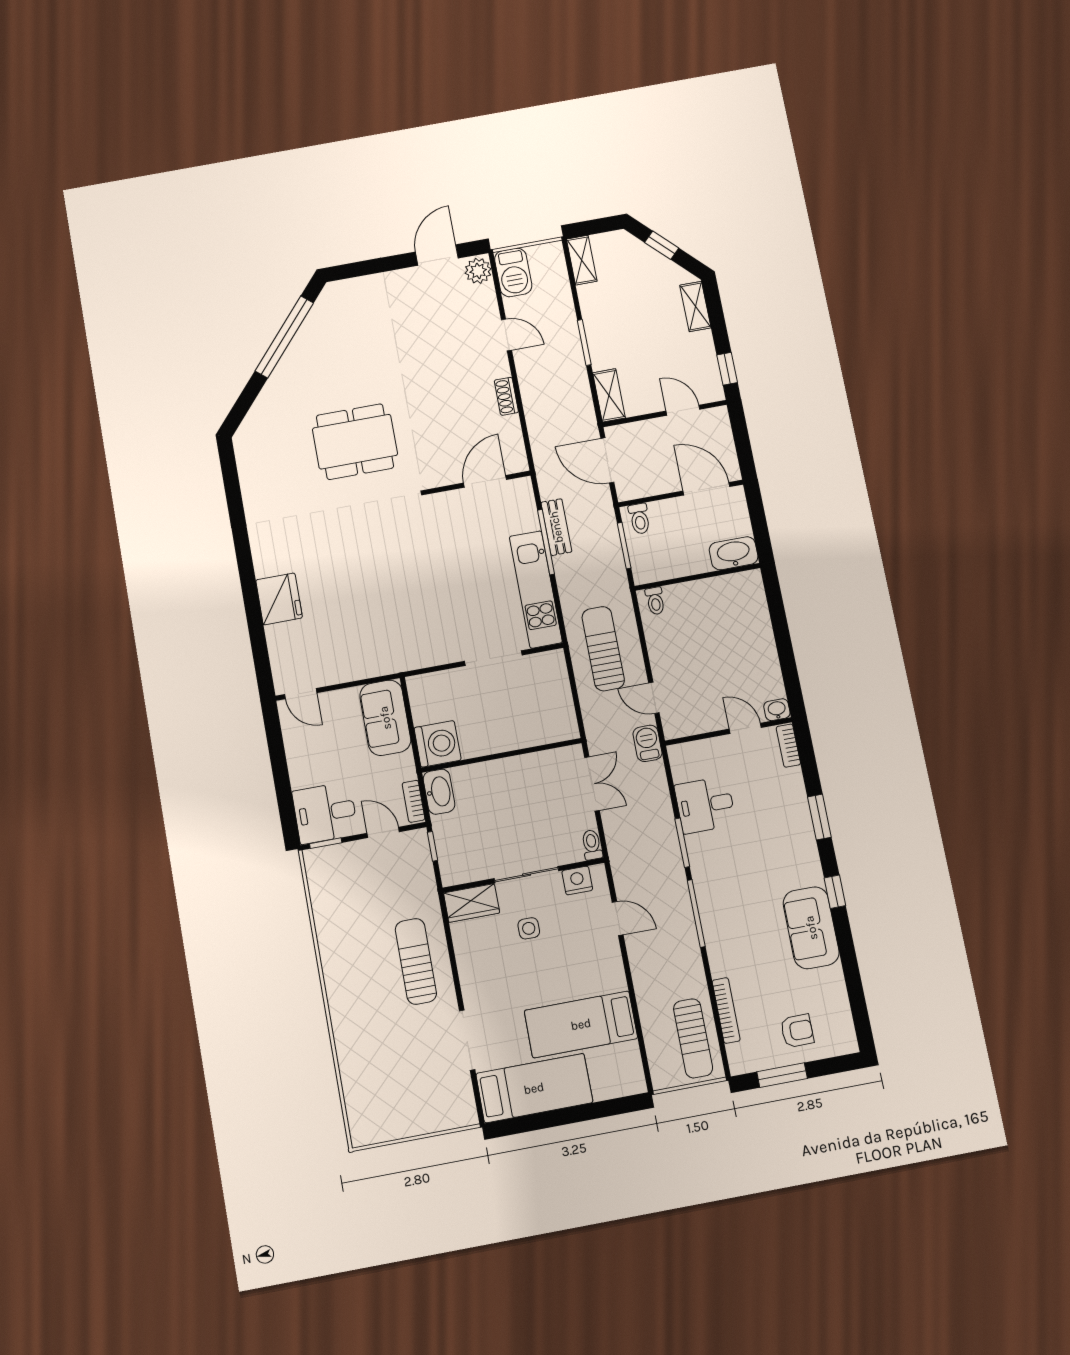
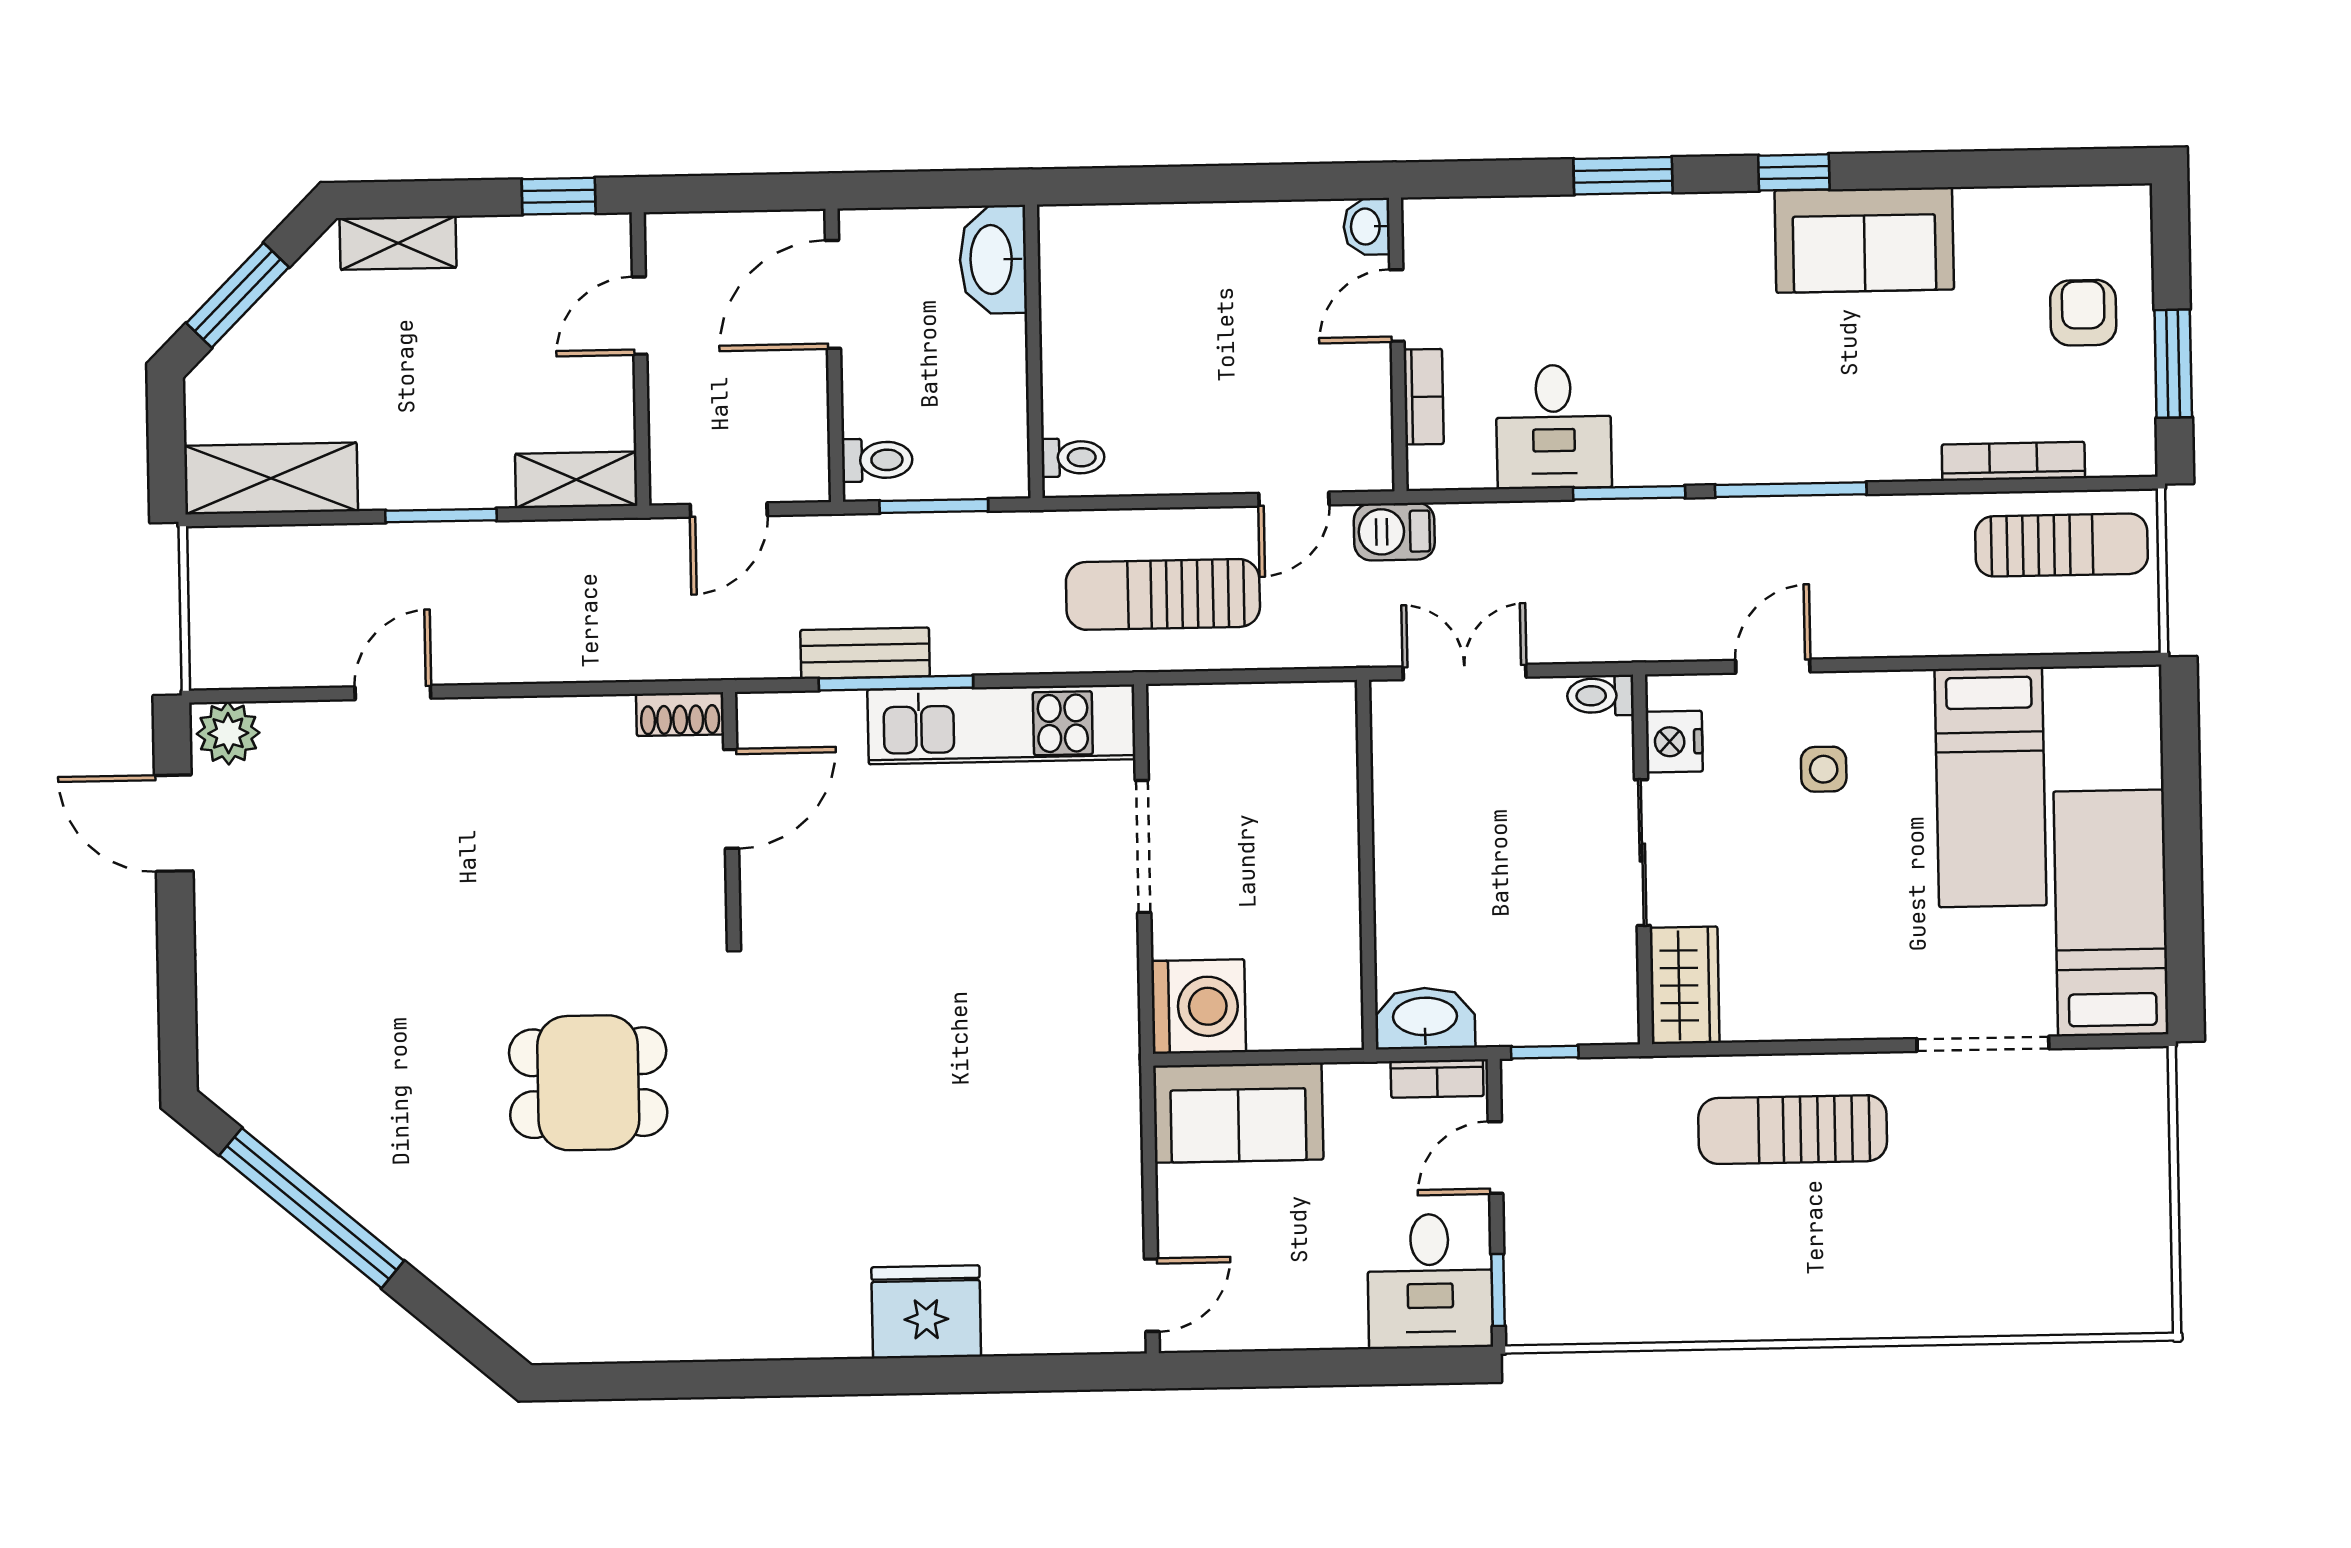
window: (662, 245) -> (238, 295), width x1.50
shelving: (582, 260) -> (271, 478), width x1.50, depth x1.33
barbecue: (513, 272) -> (246, 652), removed
shoe rack: (506, 396) -> (680, 714), moved
dining table: (355, 442) -> (588, 1083), width x0.73
door: (607, 460) -> (729, 510), width x0.73
door: (485, 481) -> (731, 799), swing flipped
washing machine: (438, 744) -> (1199, 1006), moved, turned 90
bookcase: (788, 746) -> (1424, 397), moved, turned -90
side table: (529, 928) -> (1824, 769), moved

